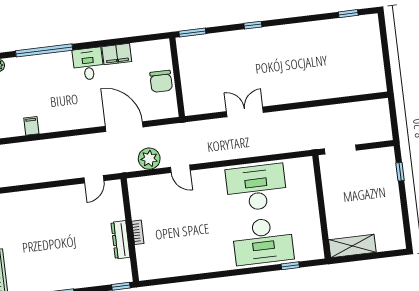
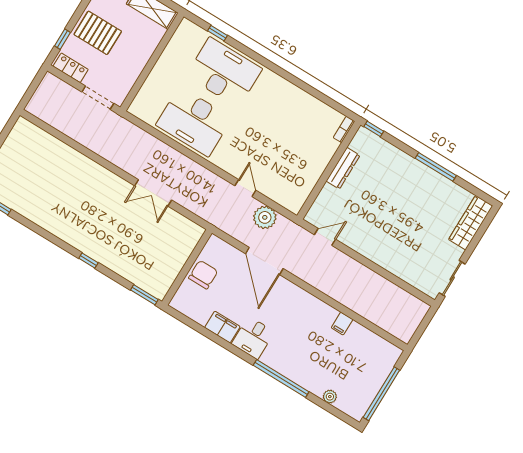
locker: (377, 156) -> (71, 68), added
pallet: (378, 197) -> (98, 33), added
bookcase: (138, 232) -> (344, 129), moved

